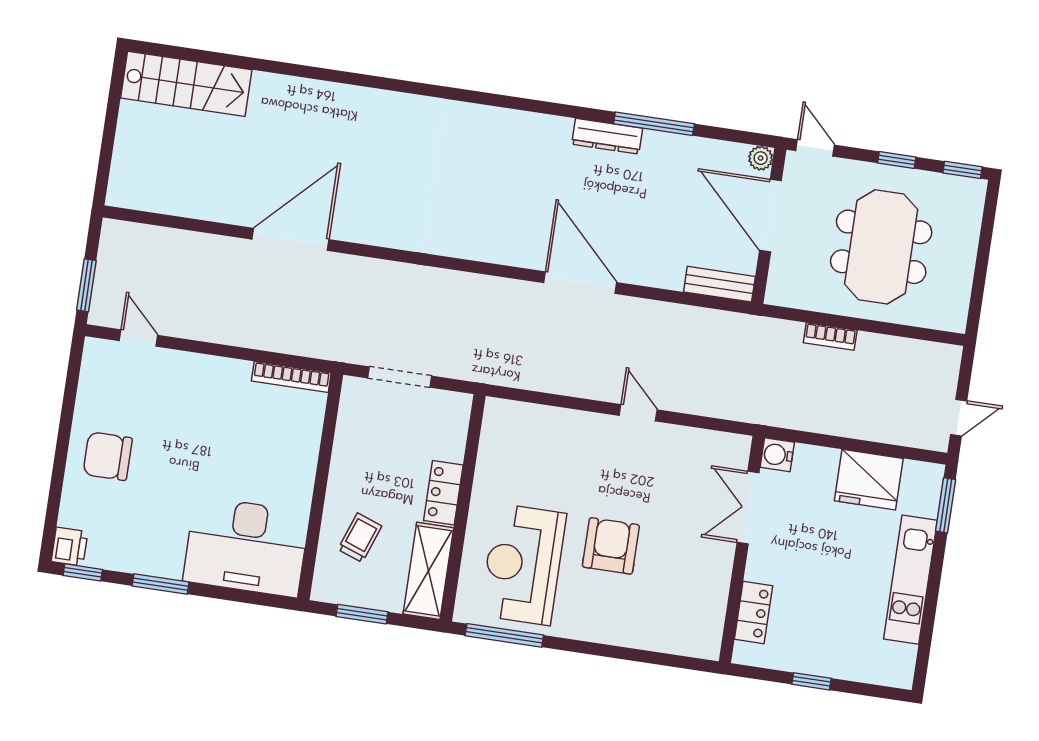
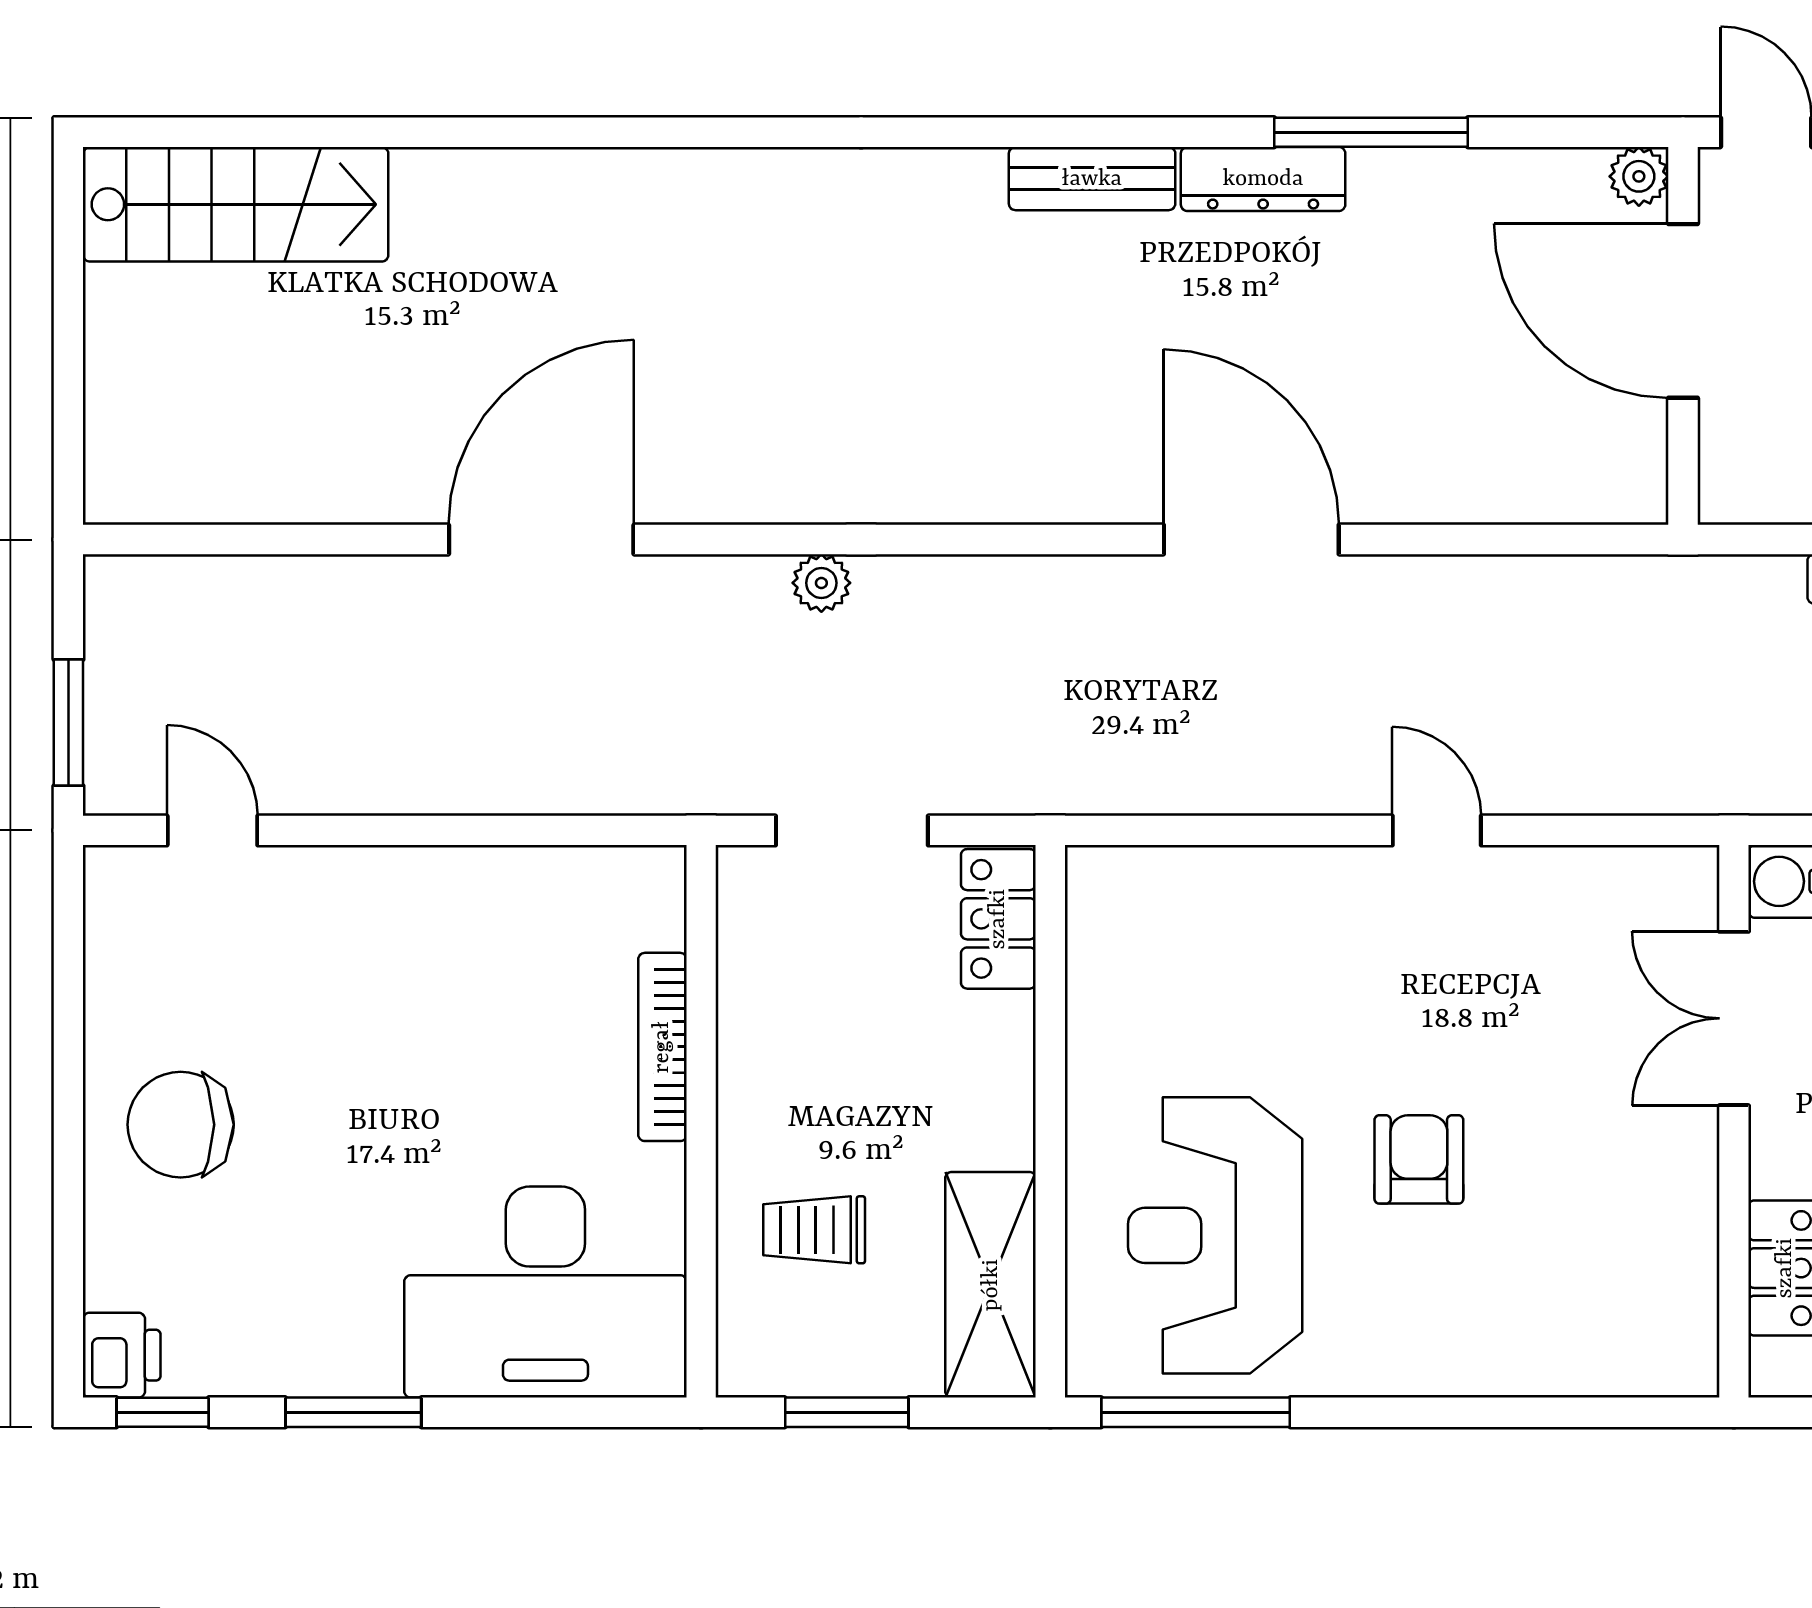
plant: (402, 274) -> (821, 583), added
bench: (719, 284) -> (1092, 179), moved
bookcase: (291, 377) -> (662, 1047), moved, turned 90
locker: (443, 493) -> (998, 919), moved
trolley: (360, 538) -> (814, 1230), turned -110
armchair: (611, 546) -> (1419, 1159), width x0.72, depth x0.72

